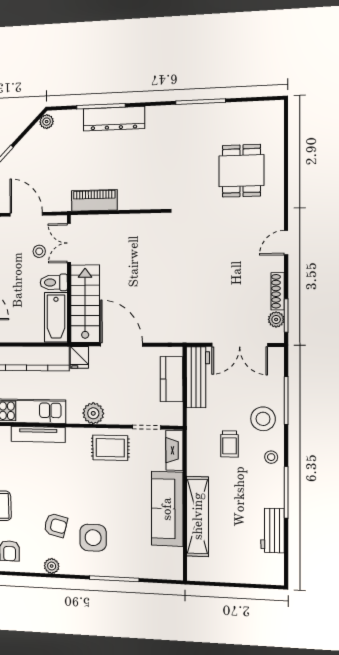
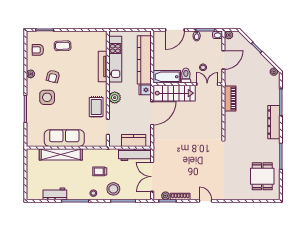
dresser: (114, 119) -> (274, 122), moved
dining table: (241, 171) -> (262, 176), moved, turned 90
fireplace: (174, 450) -> (96, 142), removed

